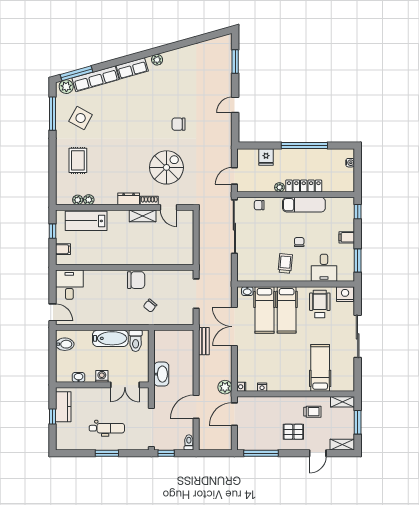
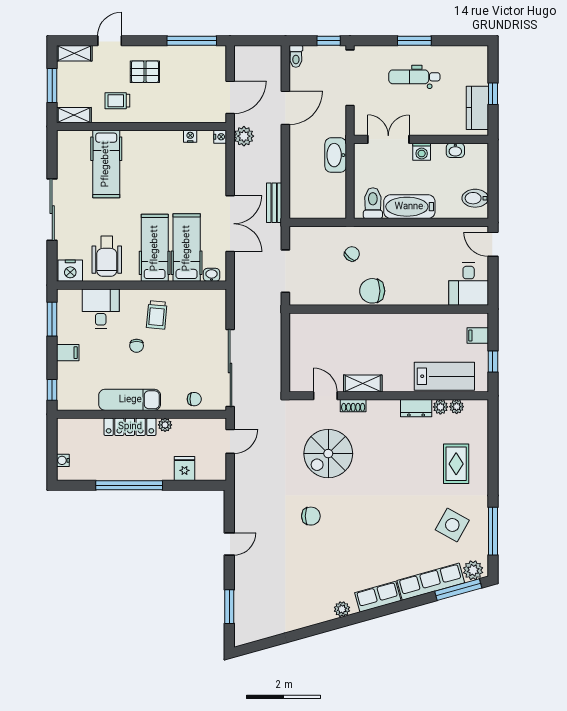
dresser: (129, 199) -> (416, 408), moved

